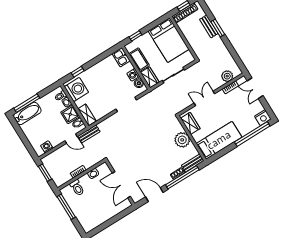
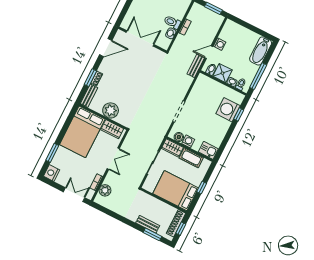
window: (218, 28) -> (152, 234), moved
window: (135, 36) -> (202, 188), moved
washing machine: (76, 89) -> (228, 110), moved, turned 90
window: (27, 103) -> (258, 76), moved
shelving: (87, 115) -> (207, 82), removed
window: (252, 134) -> (52, 153), width x0.47
bed: (219, 140) -> (82, 132), width x1.50
washing machine: (47, 147) -> (220, 44), moved
window: (182, 177) -> (90, 78), width x0.47
toilet: (77, 188) -> (172, 22), moved

